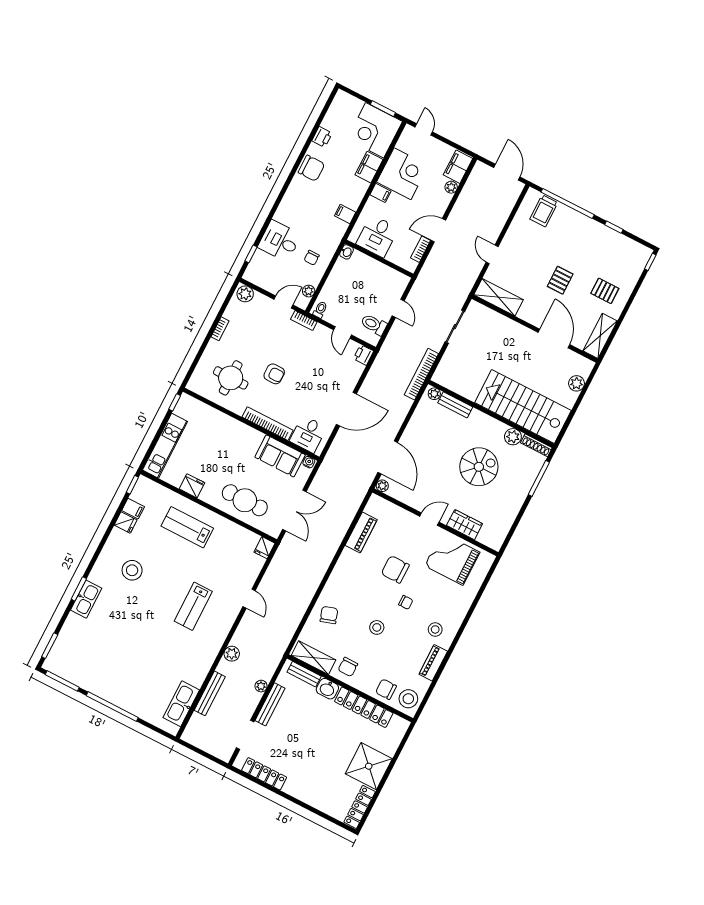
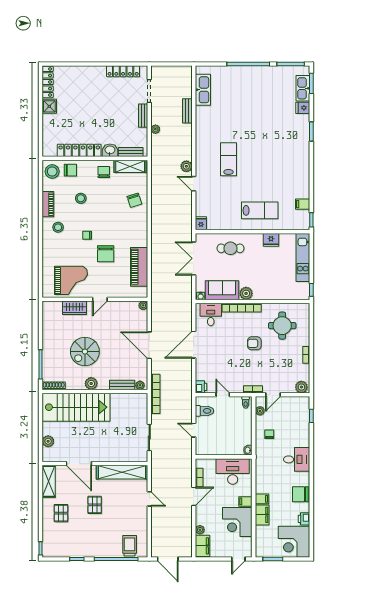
door: (424, 129) -> (238, 559), hinge flipped
corner desk: (375, 130) -> (294, 542), moved, turned 180
filing cabinet: (345, 214) -> (262, 499), moved
desk: (377, 236) -> (233, 471), width x1.37
desk: (280, 241) -> (297, 459), moved
pallet: (605, 291) -> (61, 513), turned 90
shelving: (499, 297) -> (122, 472), width x1.47
plant: (513, 437) -> (91, 384), moved
plant: (254, 438) -> (246, 293), added
door: (388, 457) -> (149, 345), moved
cafe table: (245, 500) -> (230, 248), width x0.73, depth x0.74
fridge: (126, 523) -> (303, 108), moved
piano: (361, 532) -> (139, 267), width x1.37, depth x1.33
chair: (395, 569) -> (106, 254), turned 90
stool: (132, 570) -> (282, 162), removed
kitchen sink: (86, 599) -> (303, 88), moved
stool: (377, 627) -> (81, 198), moved
plant: (232, 654) -> (186, 166), moved
bench: (210, 693) -> (187, 111), width x0.73
bench: (270, 704) -> (143, 116), width x0.73
shower: (369, 766) -> (49, 106), width x0.54, depth x0.54

